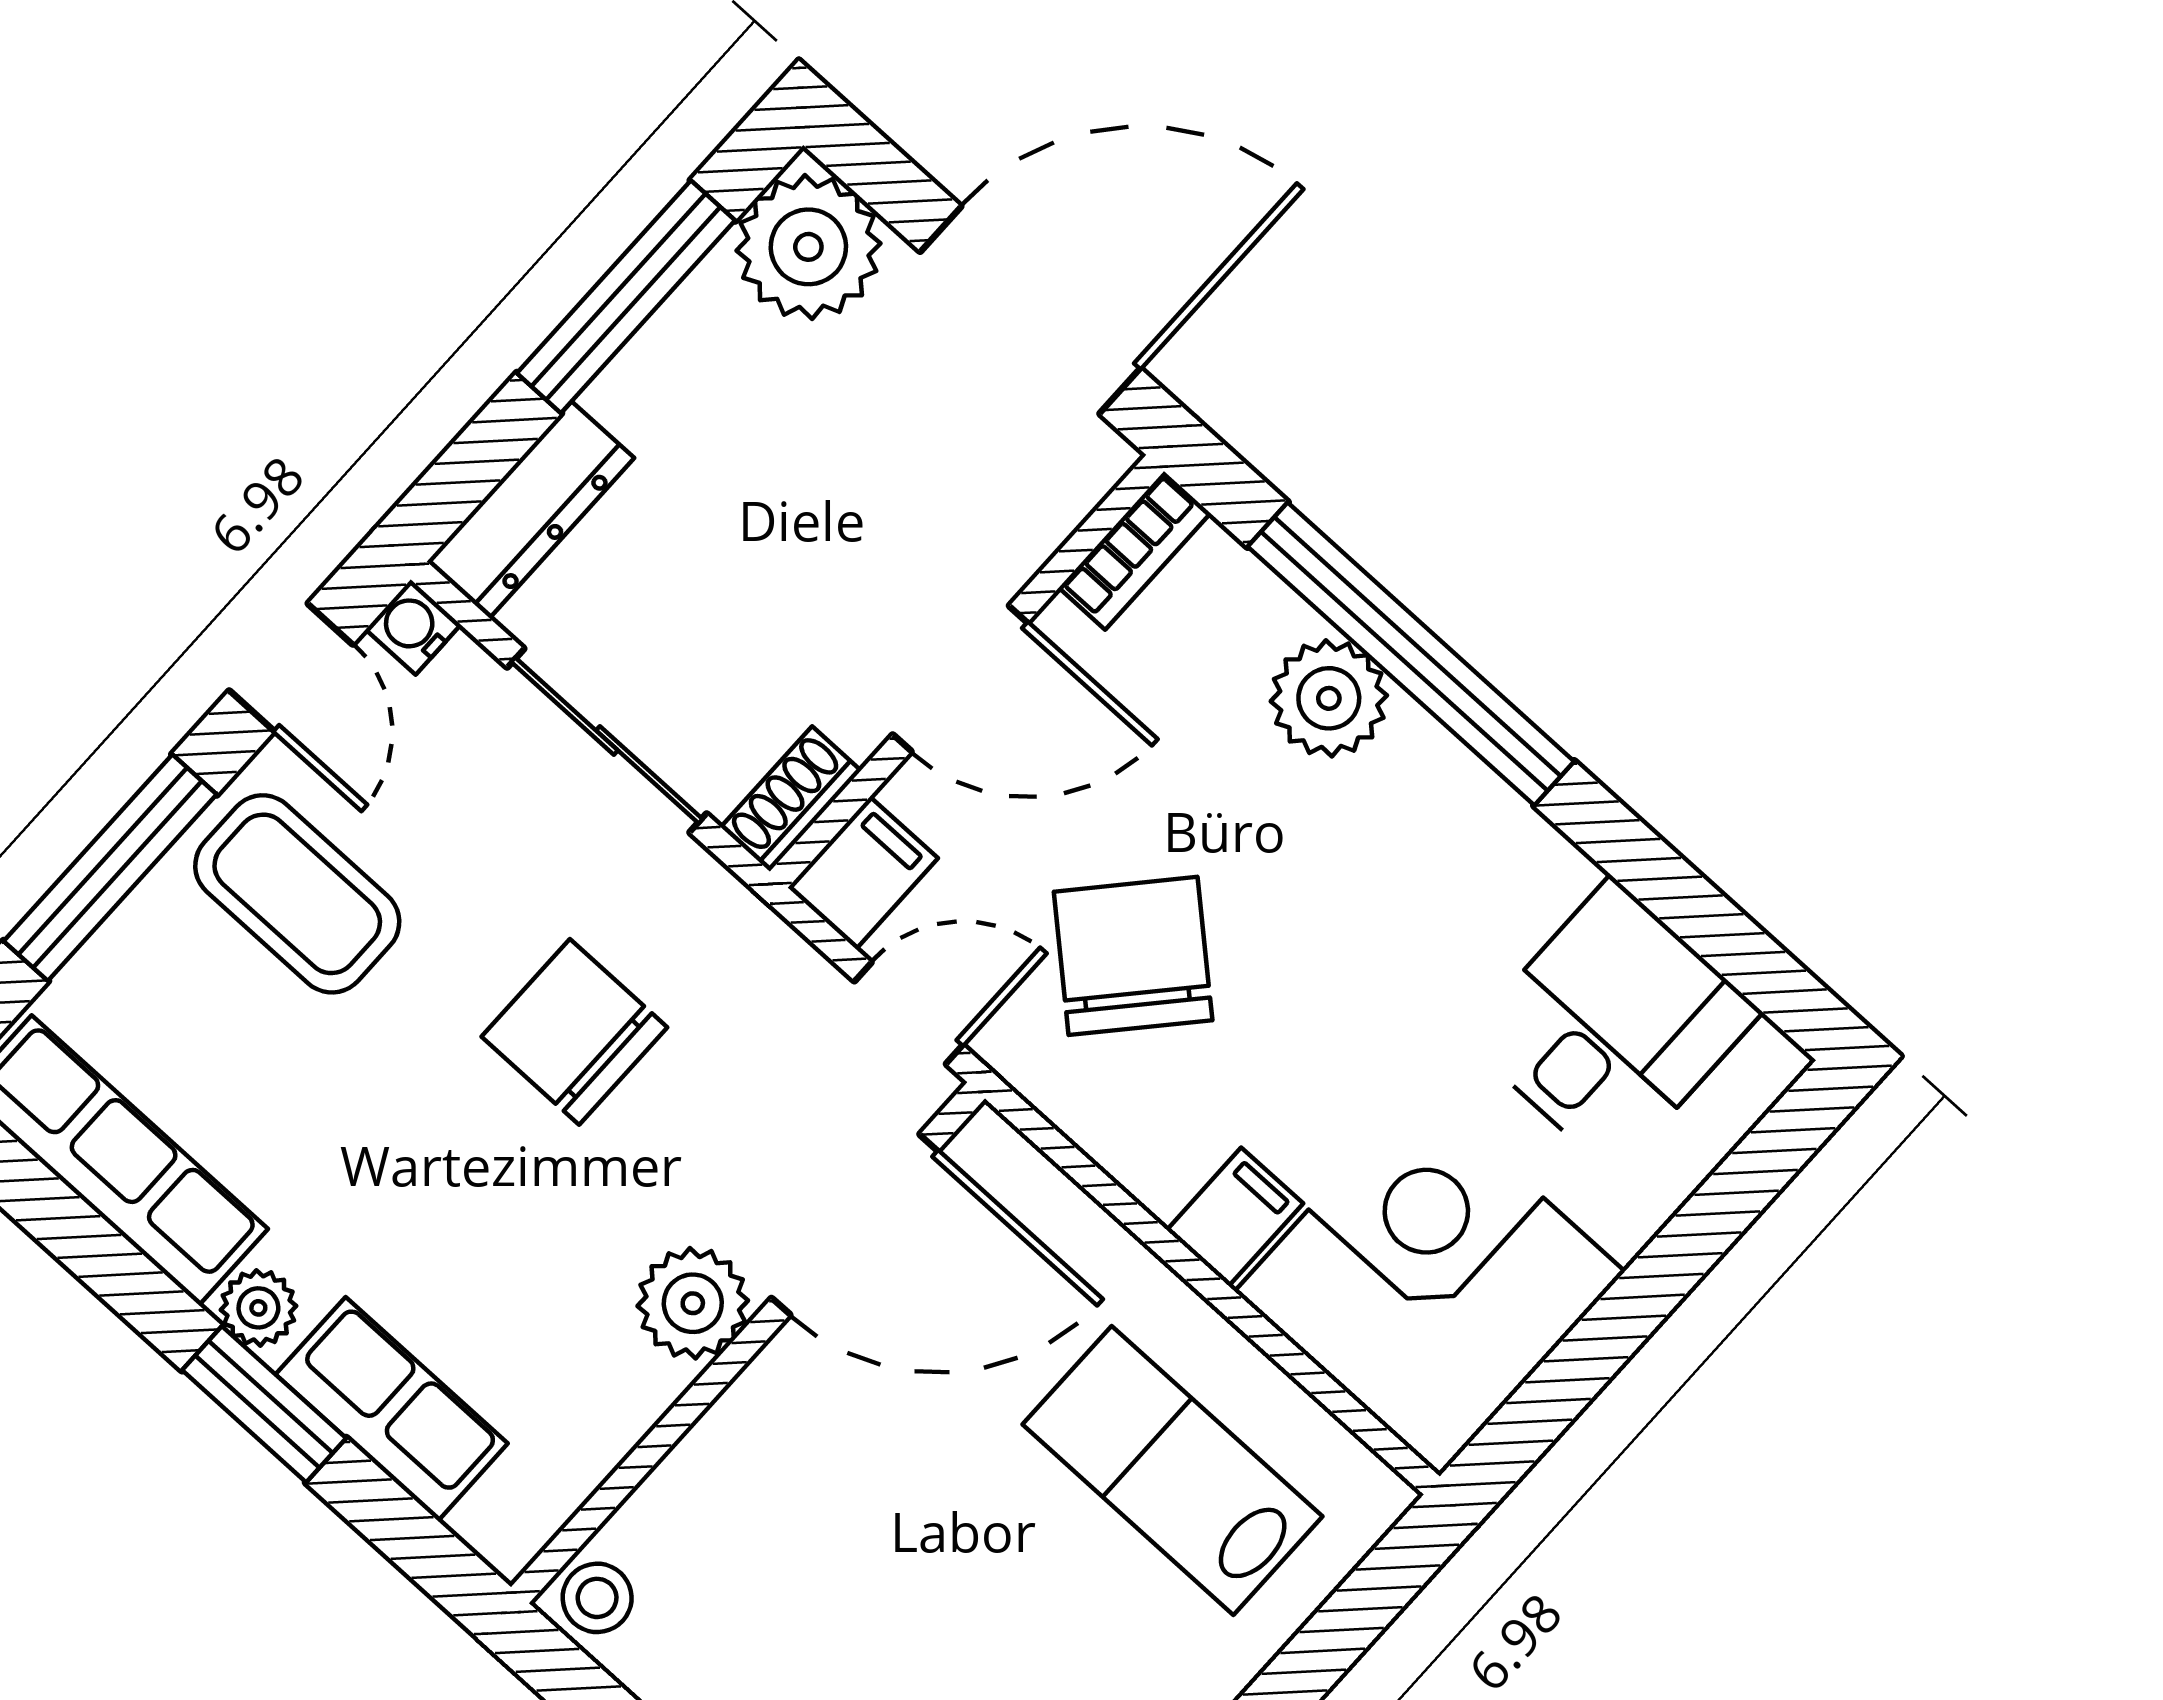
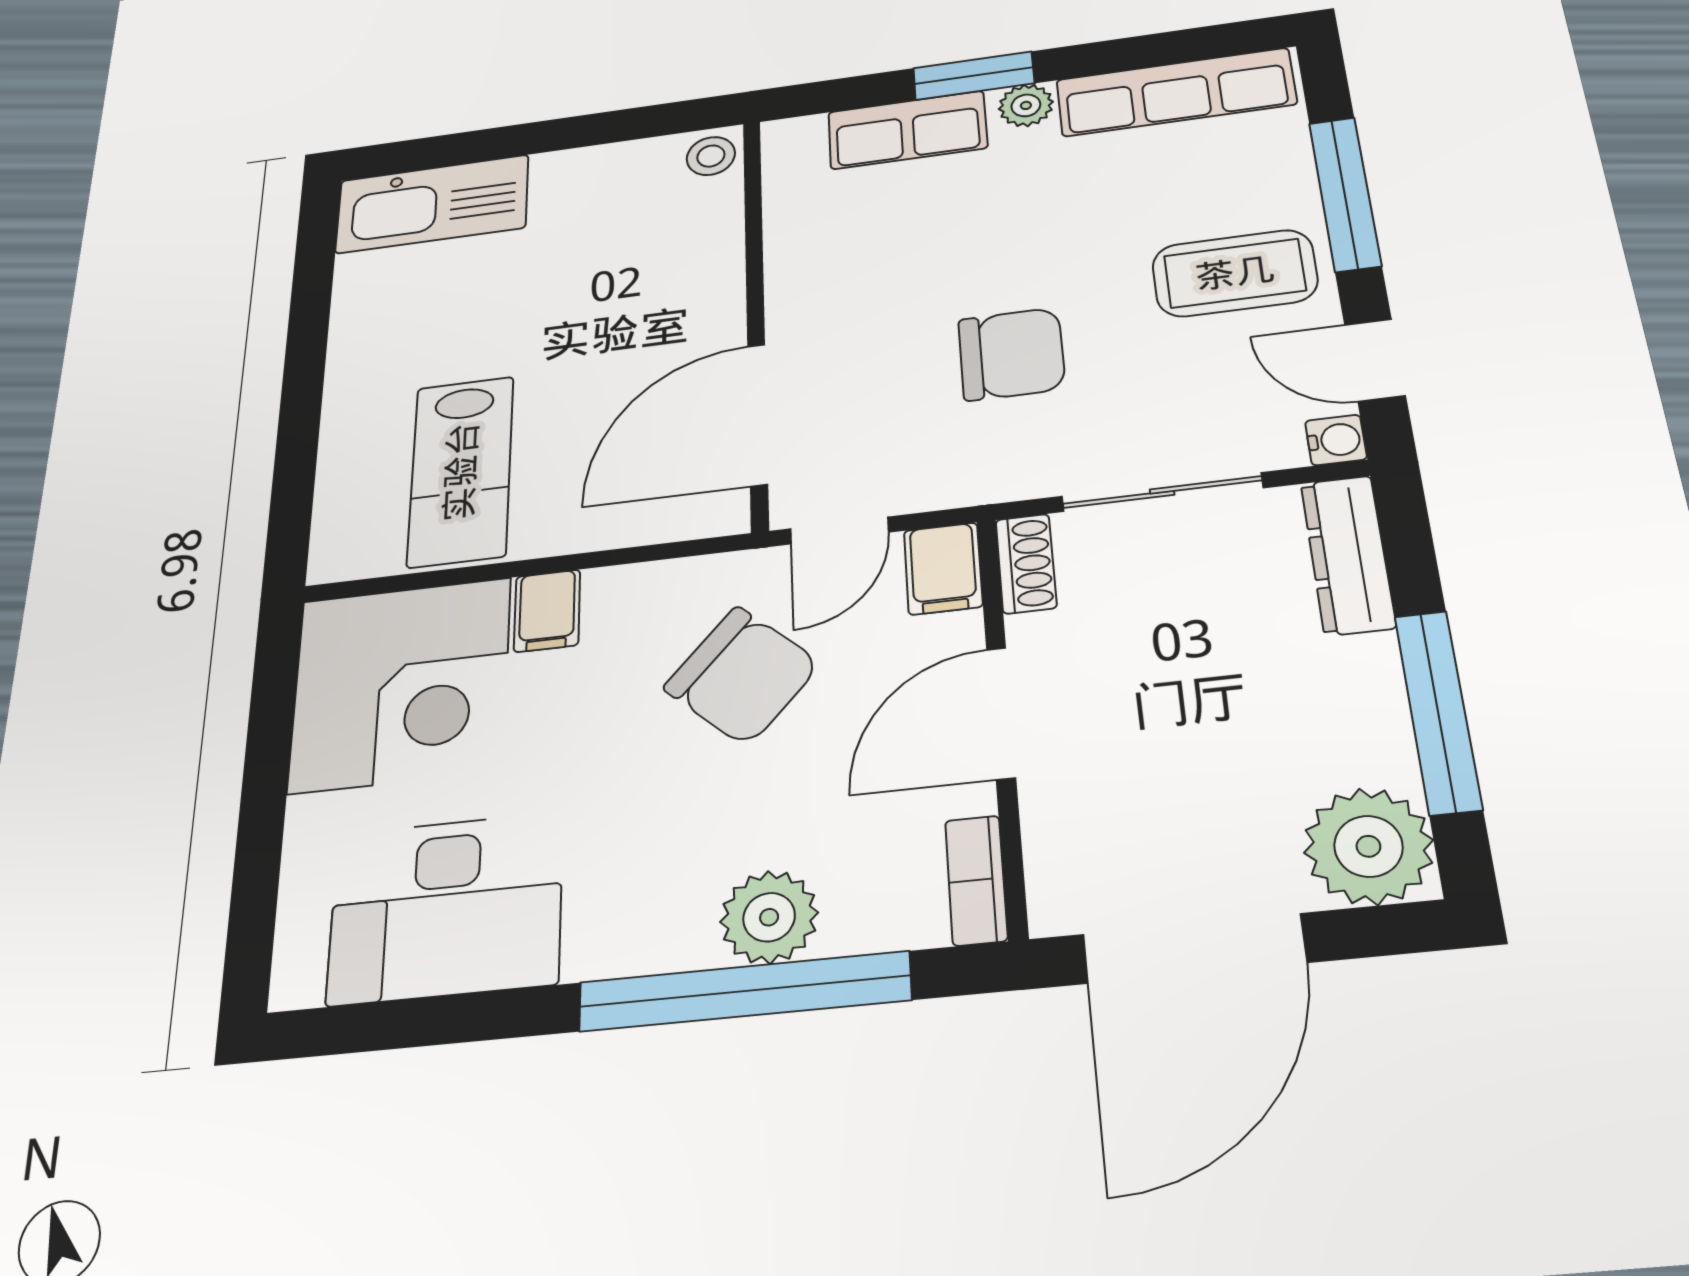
desk: (1612, 1026) -> (446, 908), width x1.37
plant: (693, 1303) -> (805, 306), removed
lab bench: (1172, 1470) -> (461, 471), turned 90

